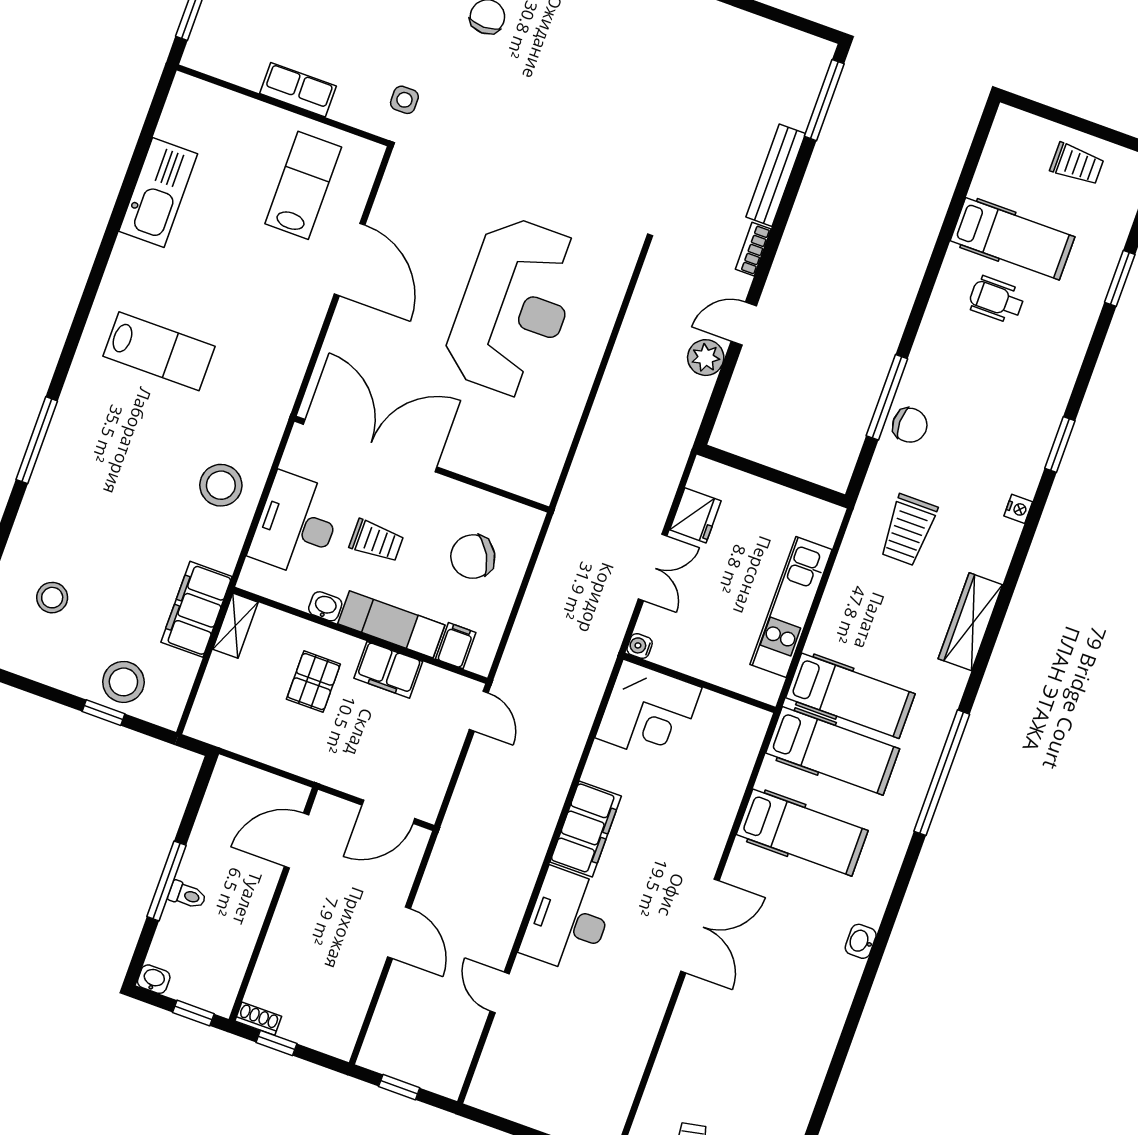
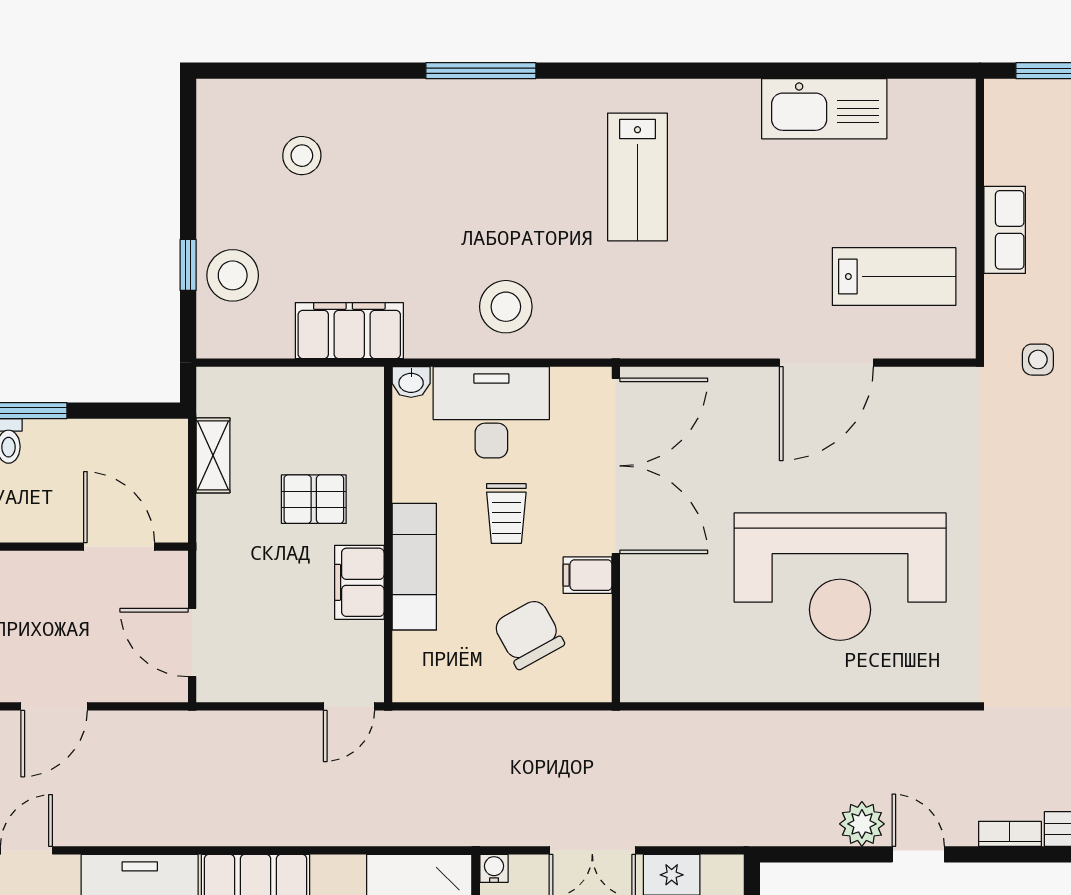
washbasin: (325, 606) -> (411, 382), moved, turned 90
shelving: (235, 626) -> (213, 455), moved, turned 90
filing cabinet: (456, 646) -> (588, 575), moved, turned 180

